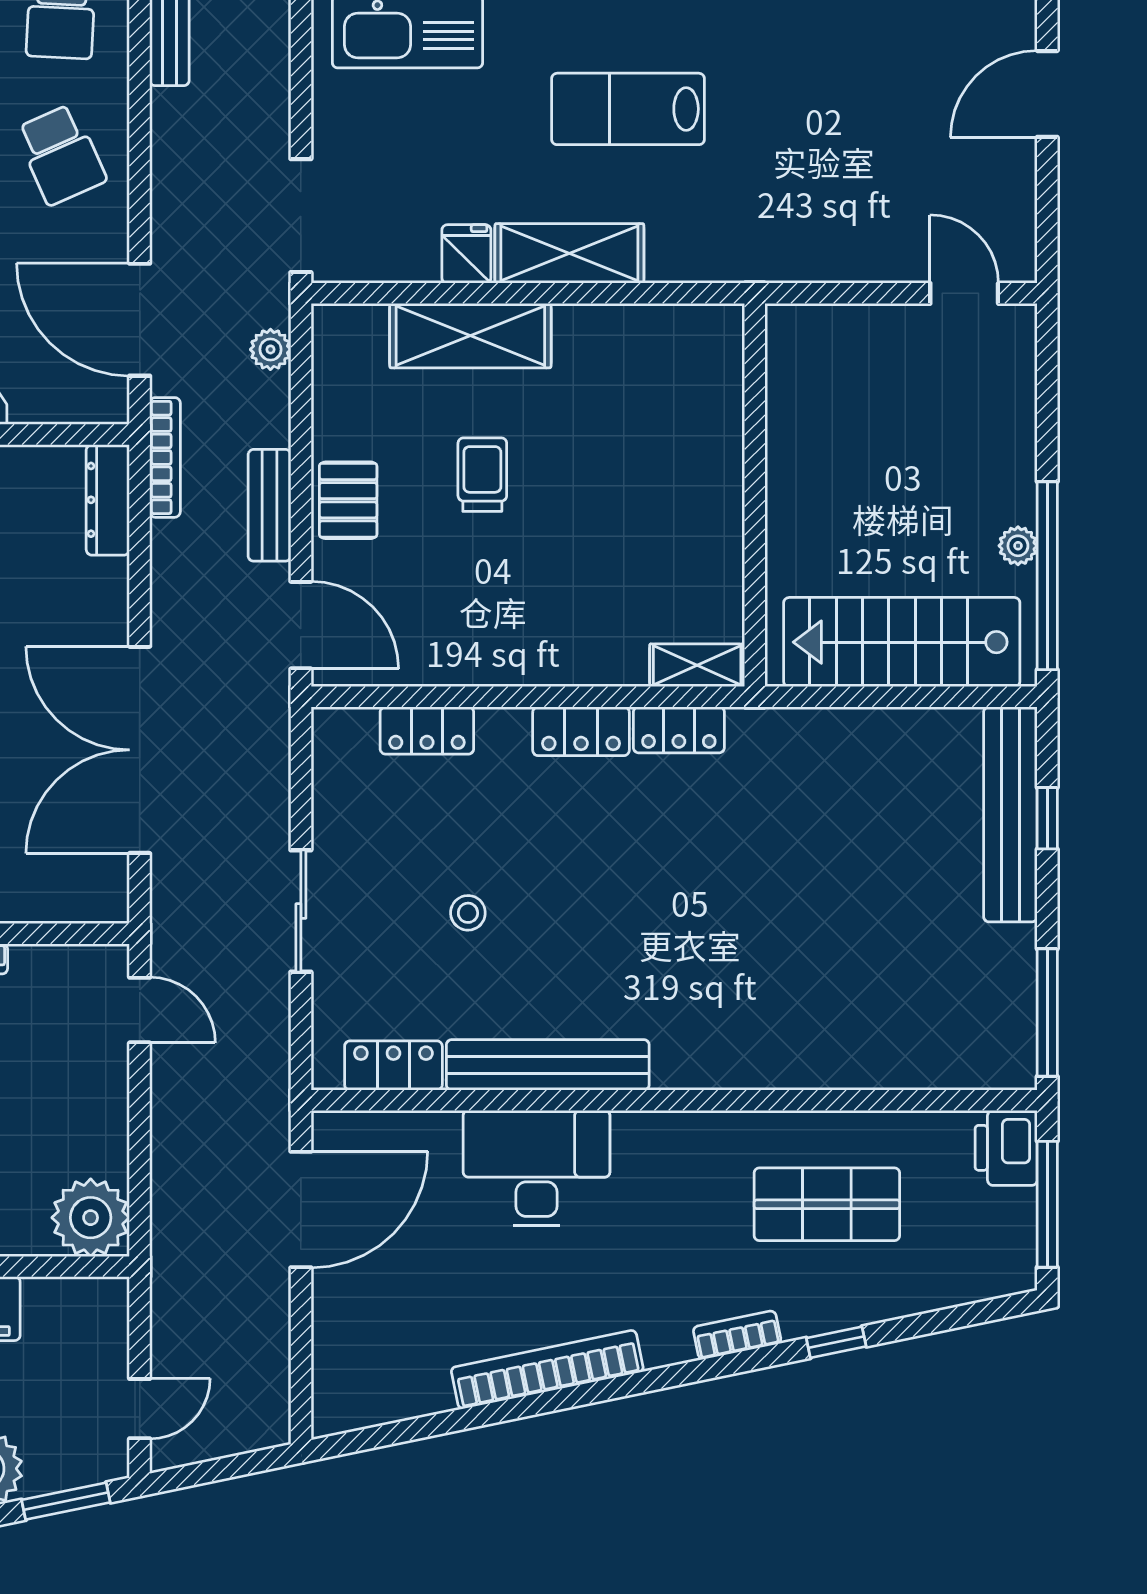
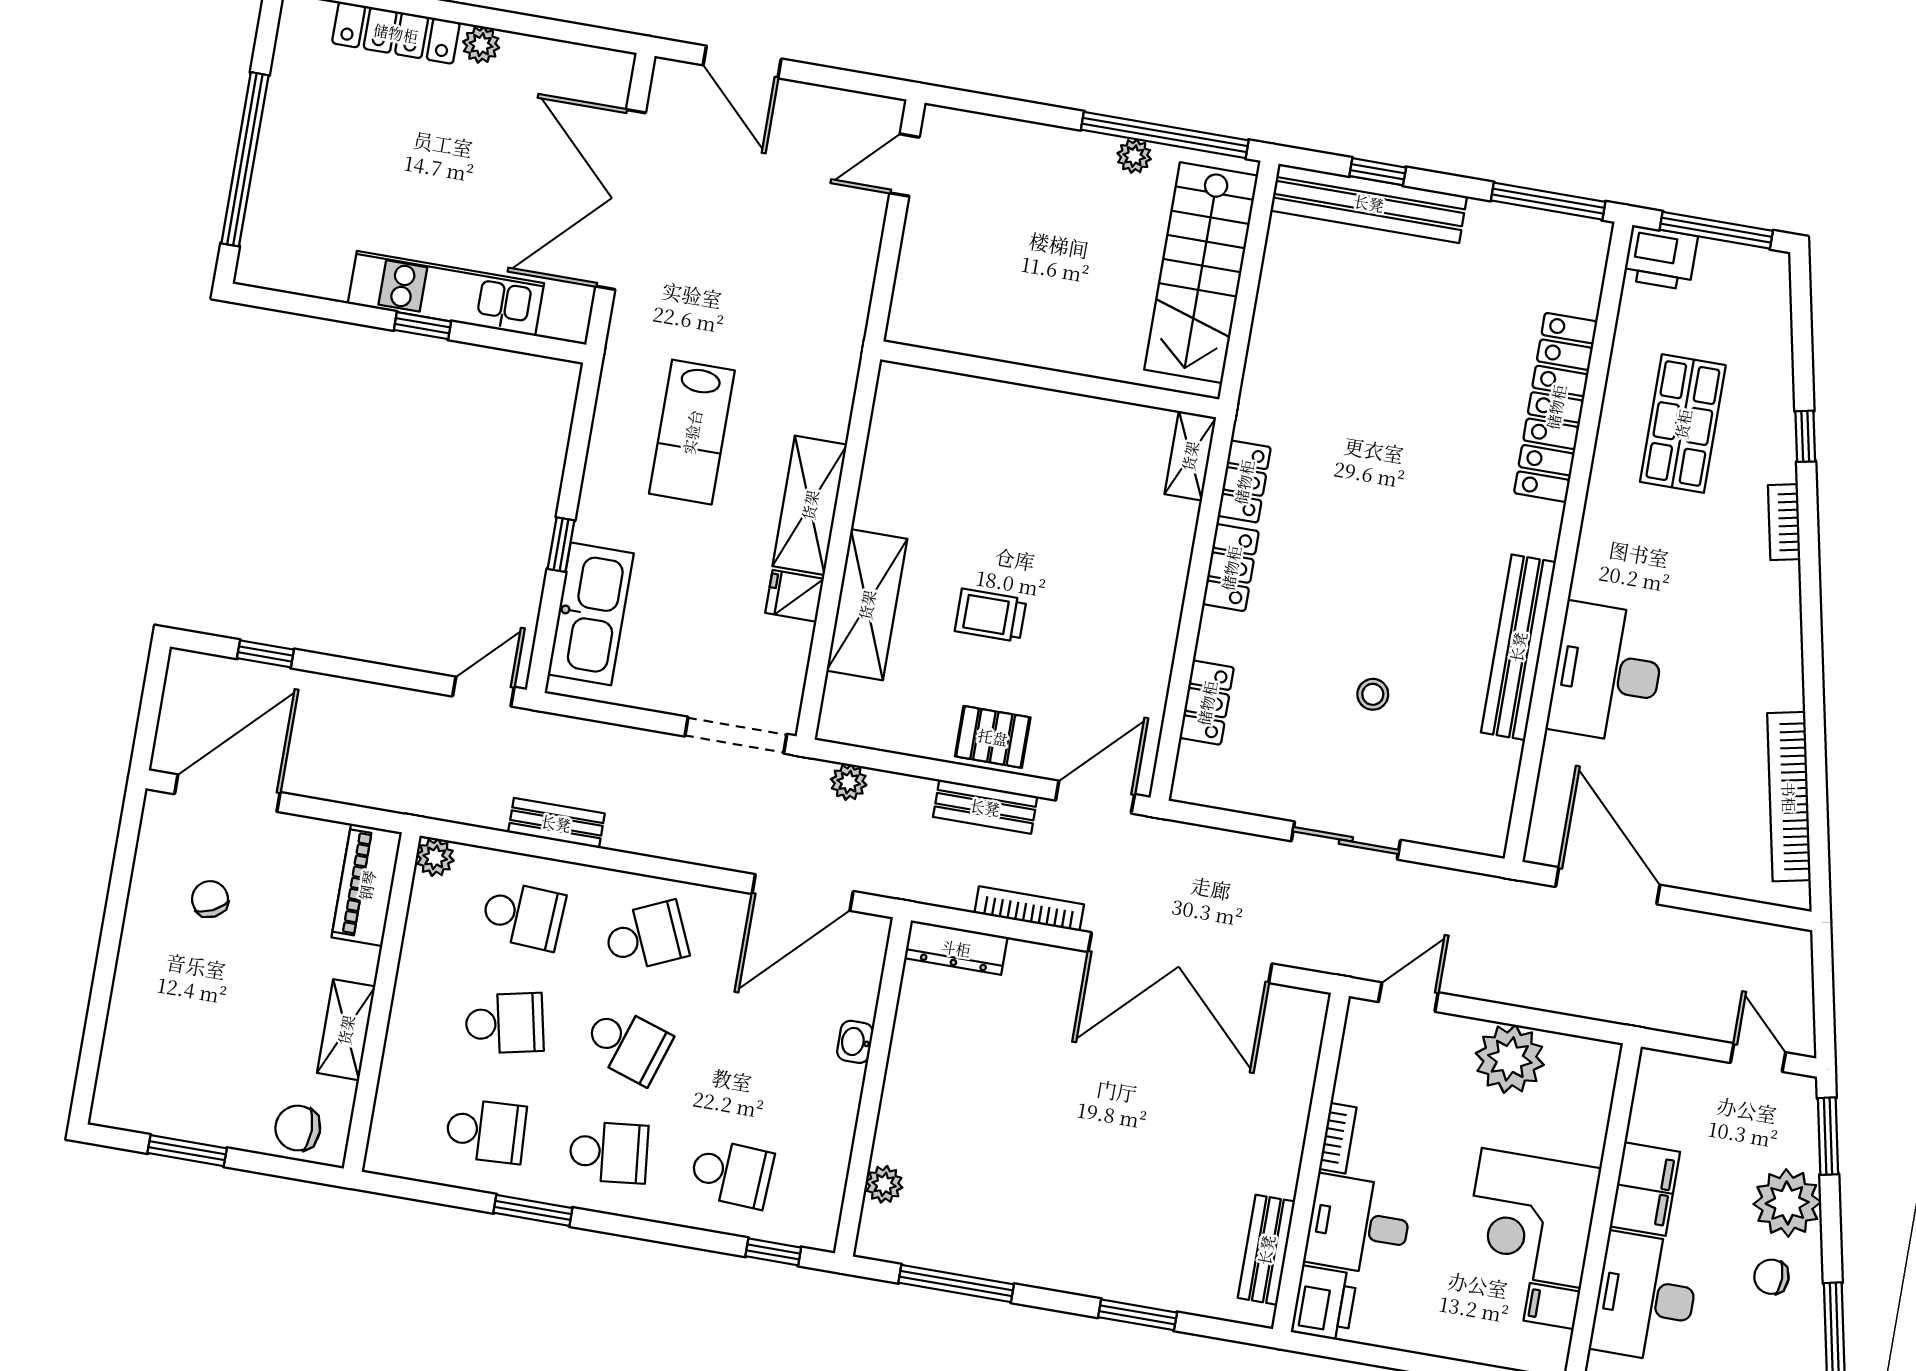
bookcase: (165, 457) -> (1029, 909), moved
locker: (393, 1065) -> (1556, 407), moved, width x2.16, depth x1.21
plant: (91, 1218) -> (1510, 1059), moved
bookcase: (547, 1370) -> (1789, 797), moved

